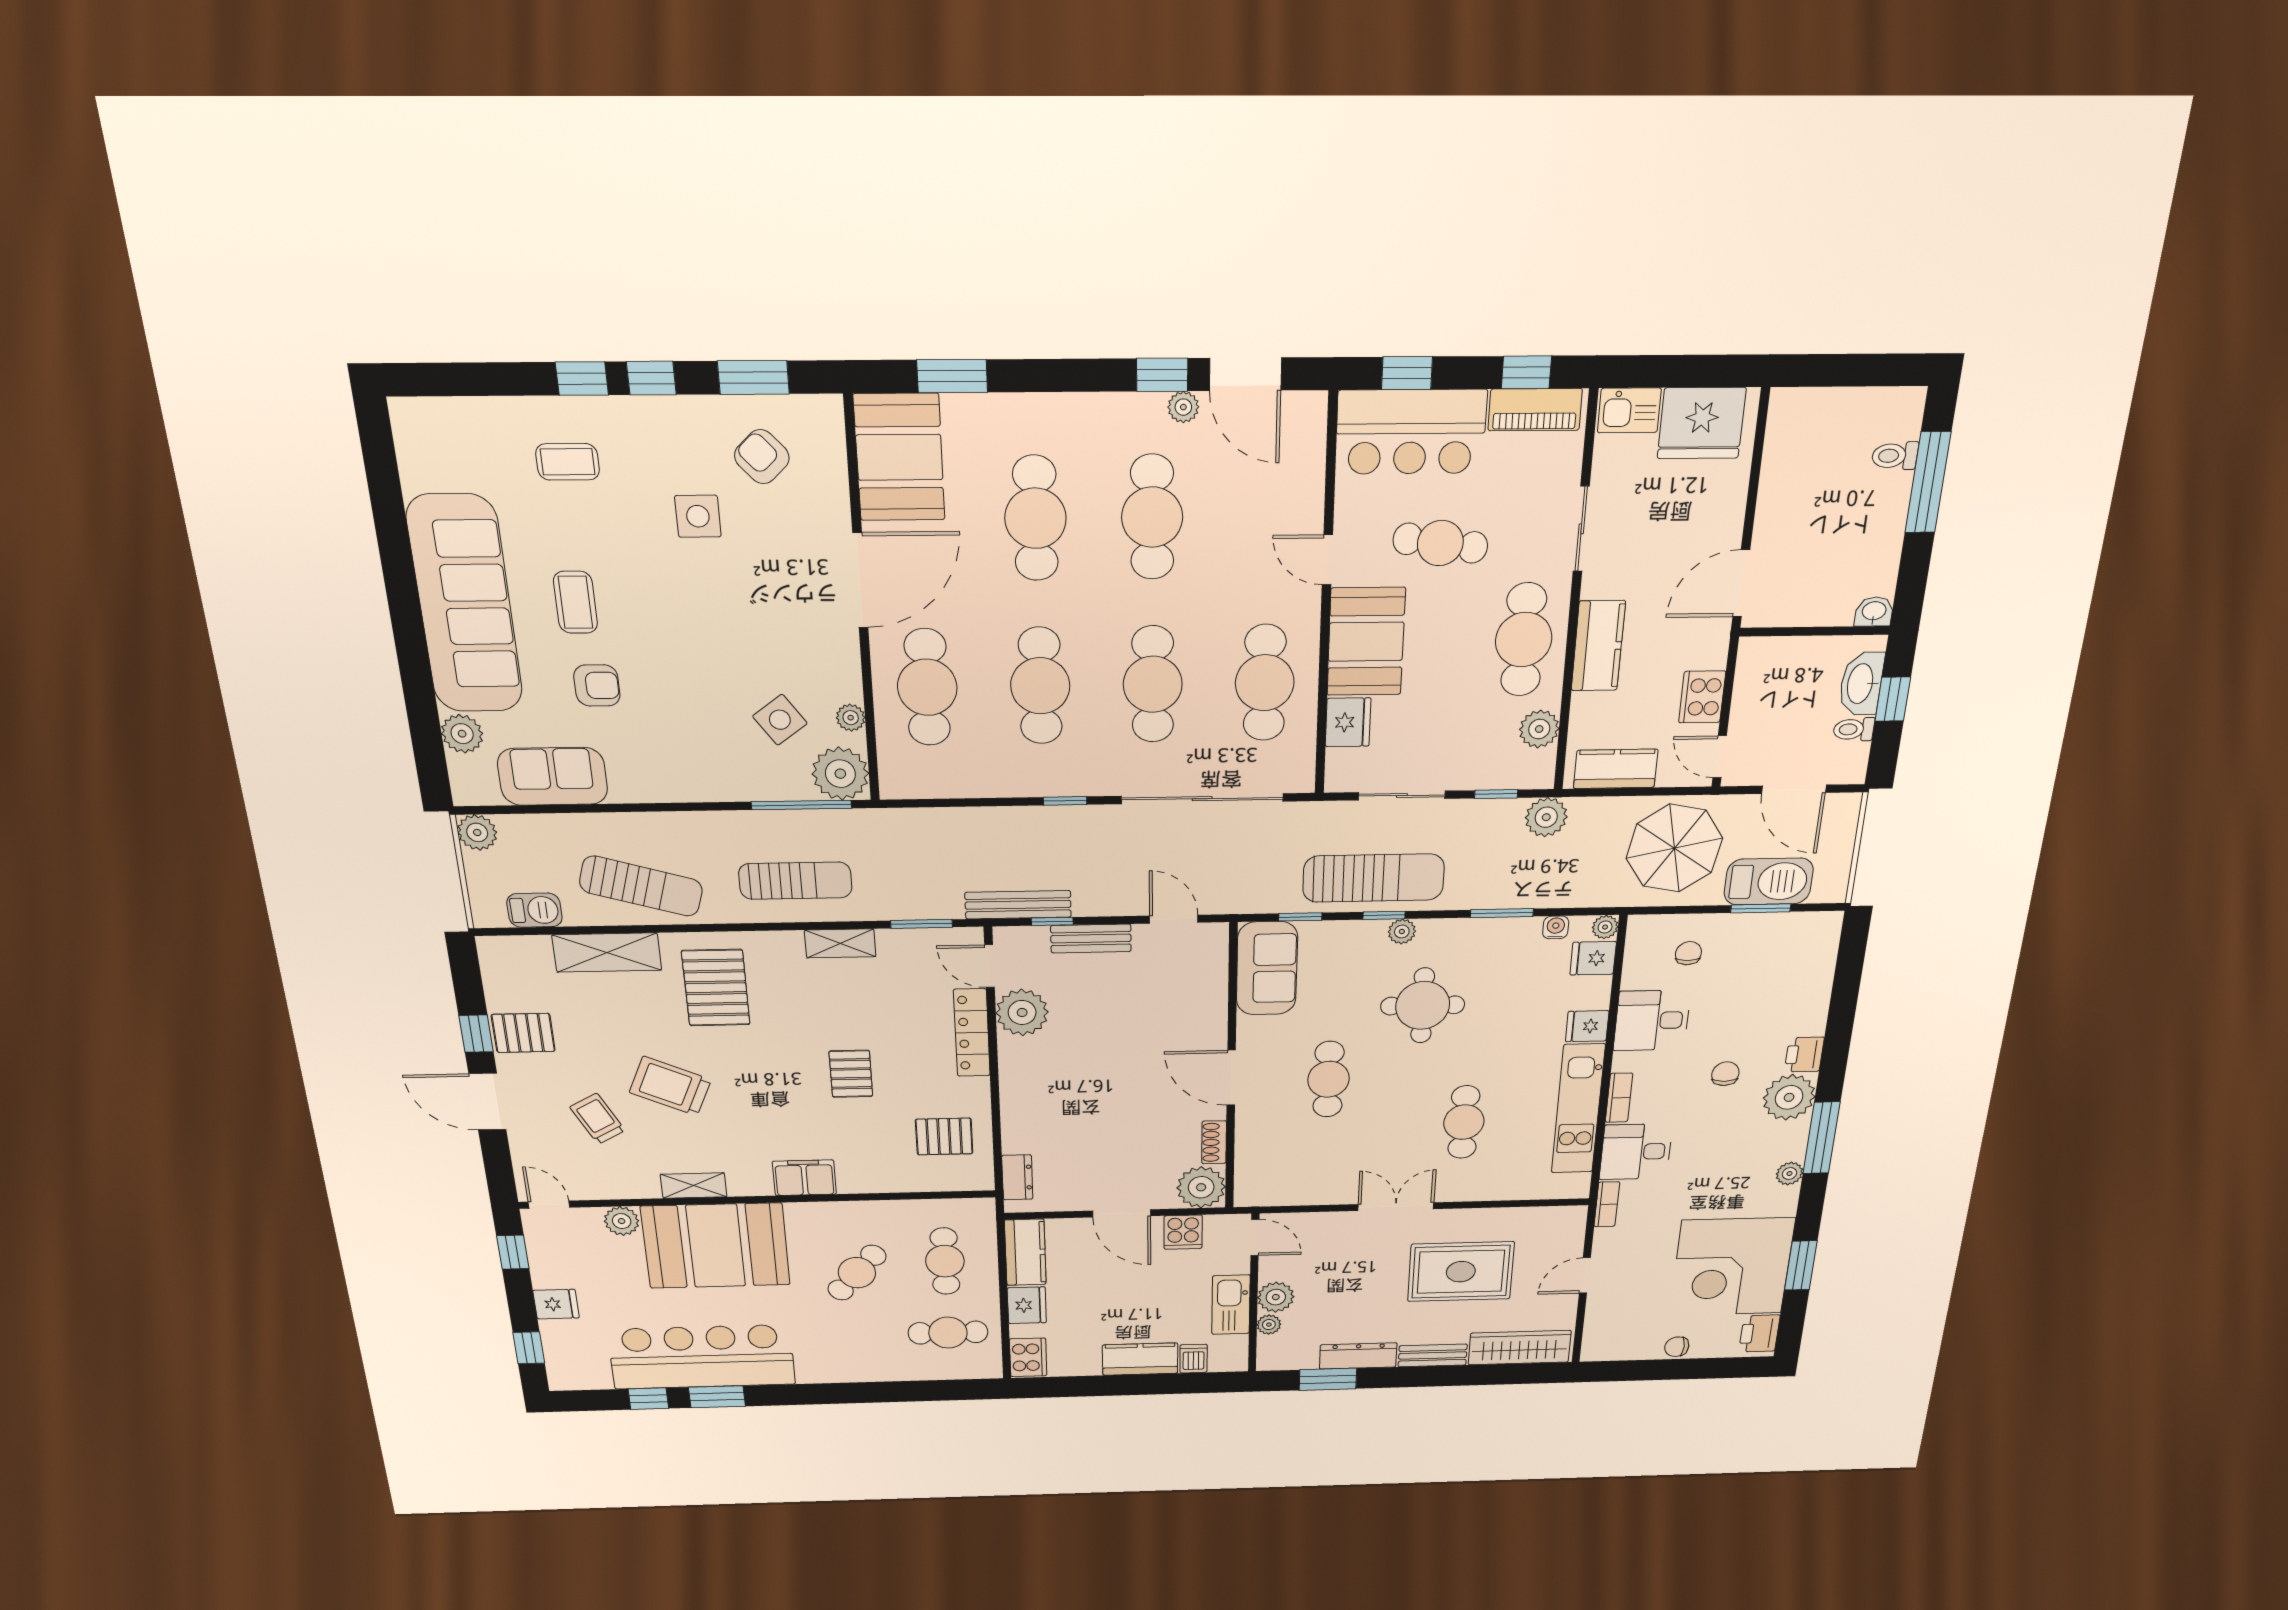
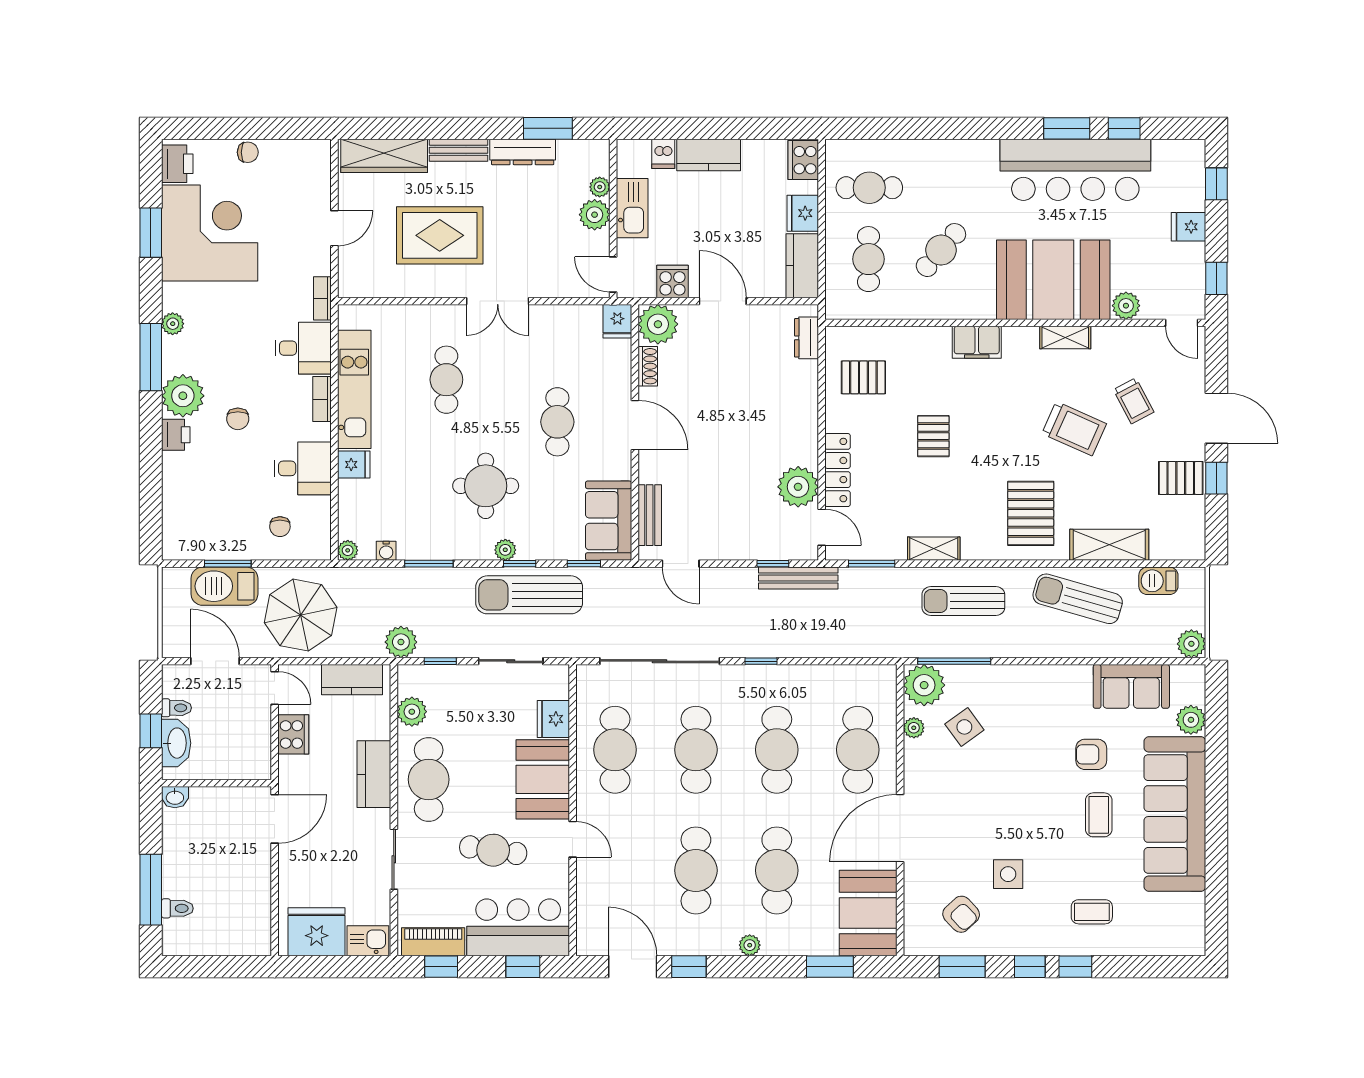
plant: (1183, 407) -> (750, 945), moved
bench: (1091, 938) -> (650, 515), moved, turned 90
fridge: (1593, 958) -> (617, 321), moved, turned 90

